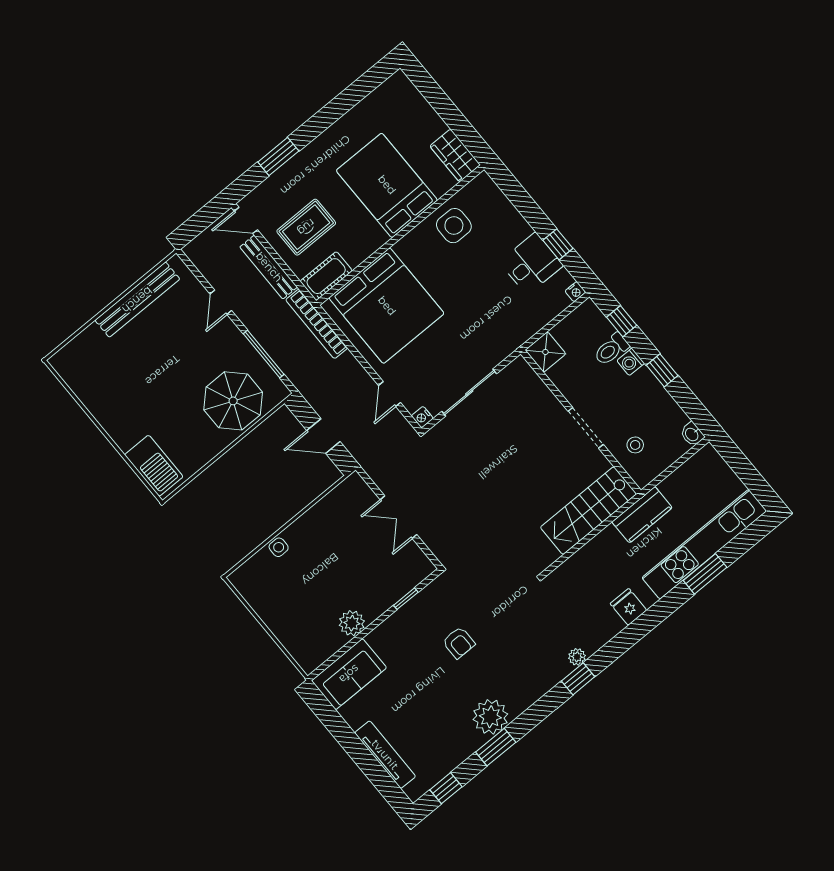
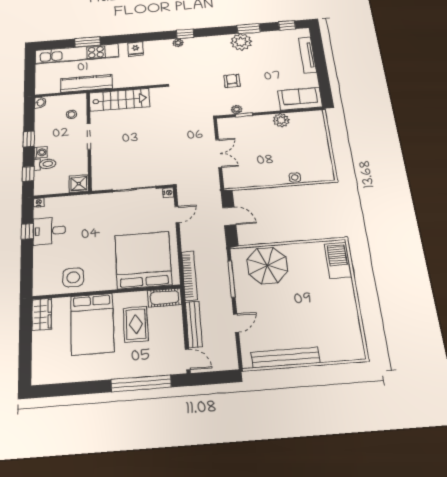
window: (278, 157) -> (141, 383), width x2.11
rug: (306, 227) -> (136, 324), moved, turned 90
kitchen counter: (642, 515) -> (87, 83), width x1.50
plant: (421, 601) -> (237, 109), added

